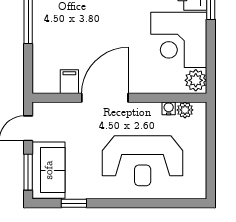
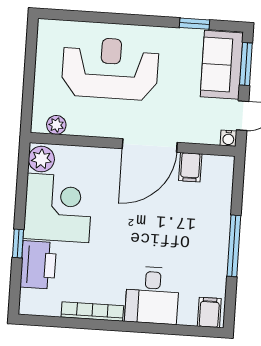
water cooler: (169, 108) -> (228, 138), moved

